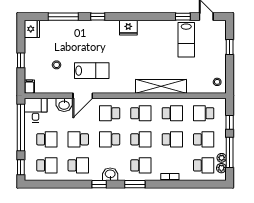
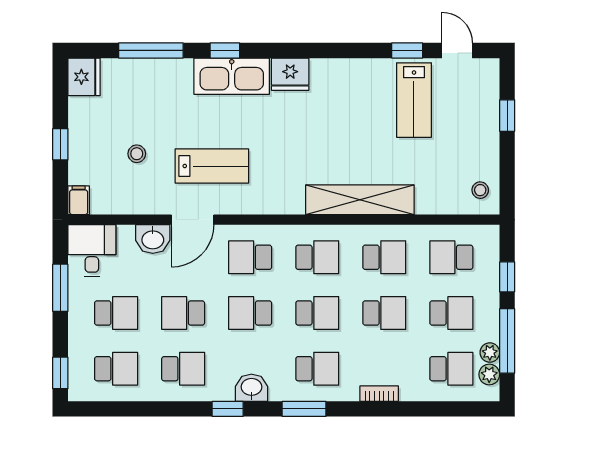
kitchen sink: (101, 29) -> (232, 76), added
window: (21, 128) -> (60, 288), width x0.47

